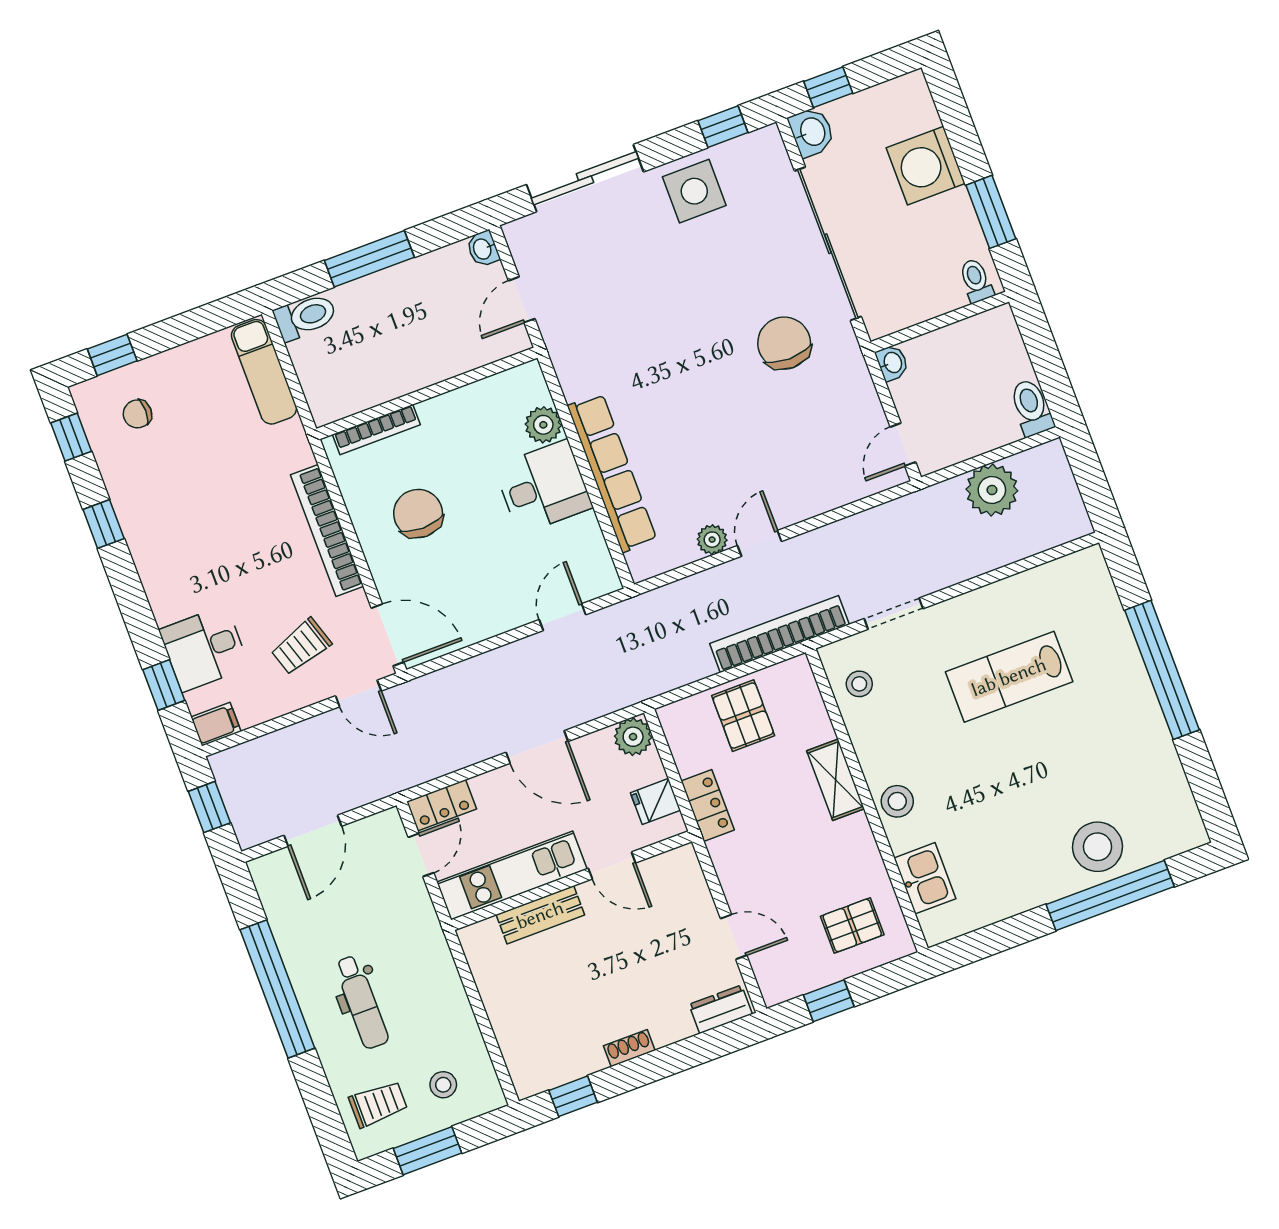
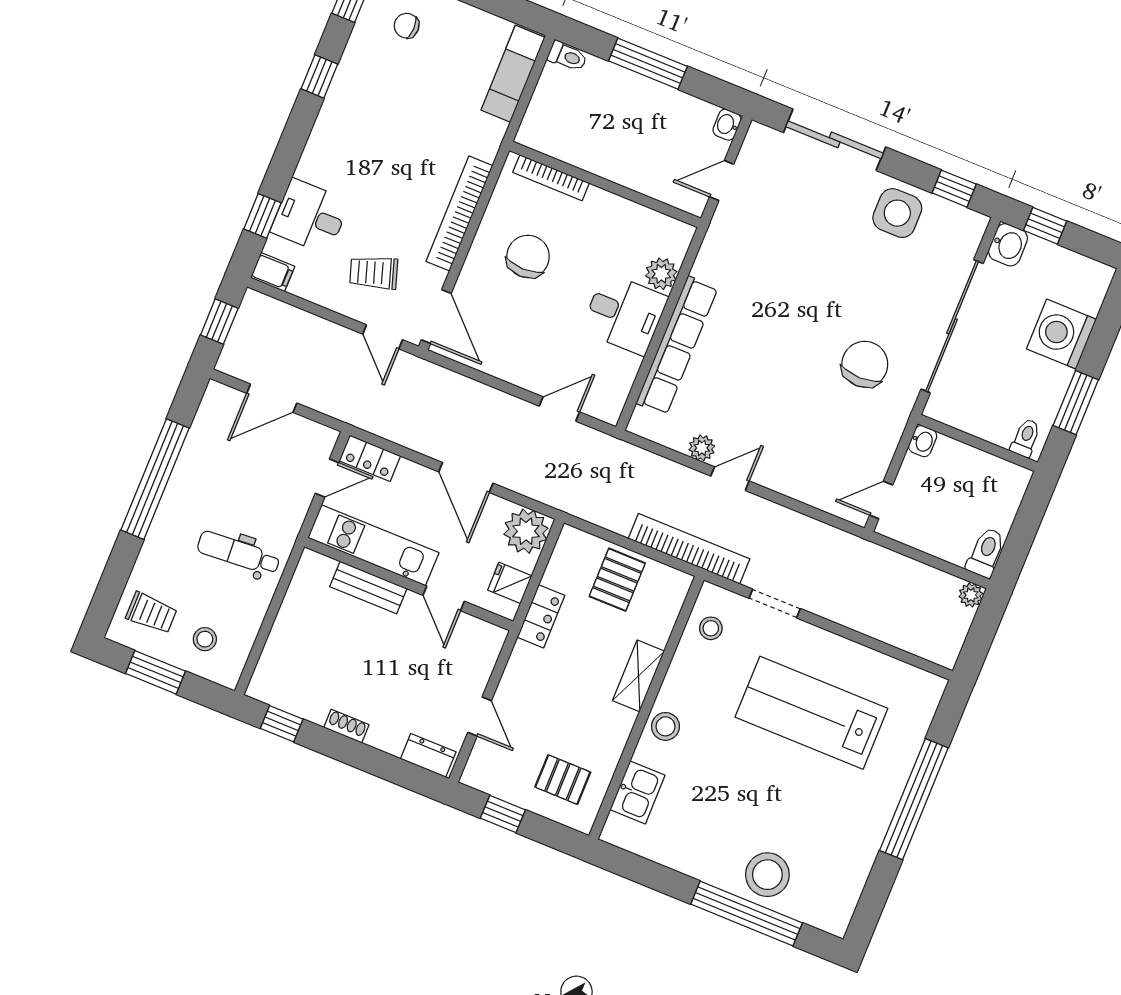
toilet: (305, 317) -> (567, 56), width x0.73, depth x0.72
plant: (992, 490) -> (971, 595), moved, width x0.53, depth x0.53
lab bench: (1009, 677) -> (811, 713), width x1.36, depth x1.39
plant: (633, 737) -> (526, 531), width x1.36, depth x1.36
dental chair: (361, 1002) -> (238, 553), moved, turned 86

